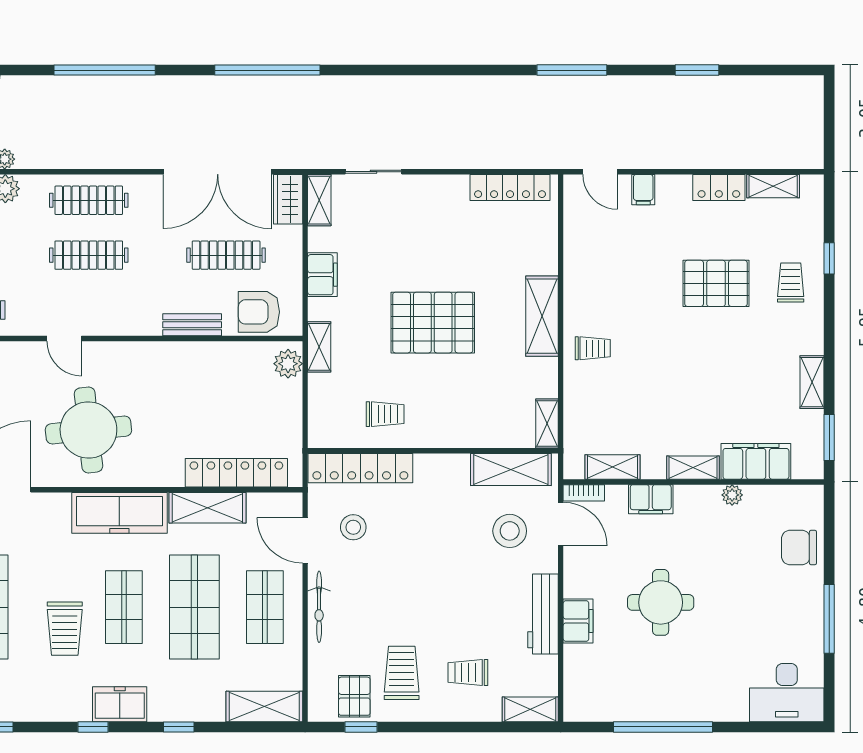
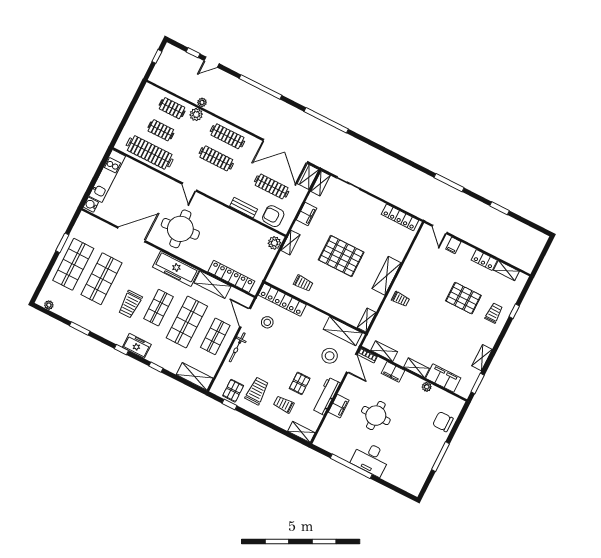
pallet: (478, 615) -> (300, 383), added
desk: (787, 693) -> (371, 459), moved

